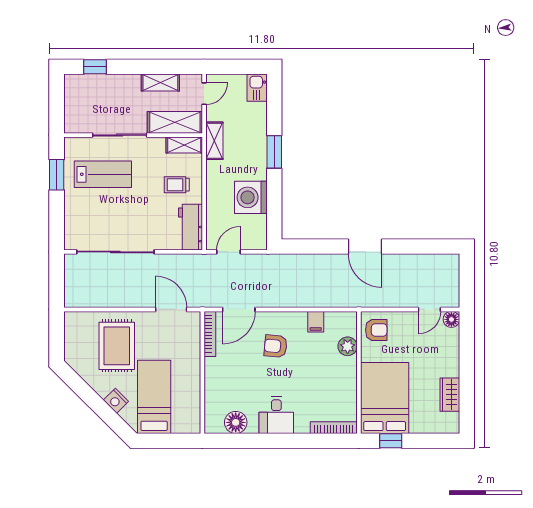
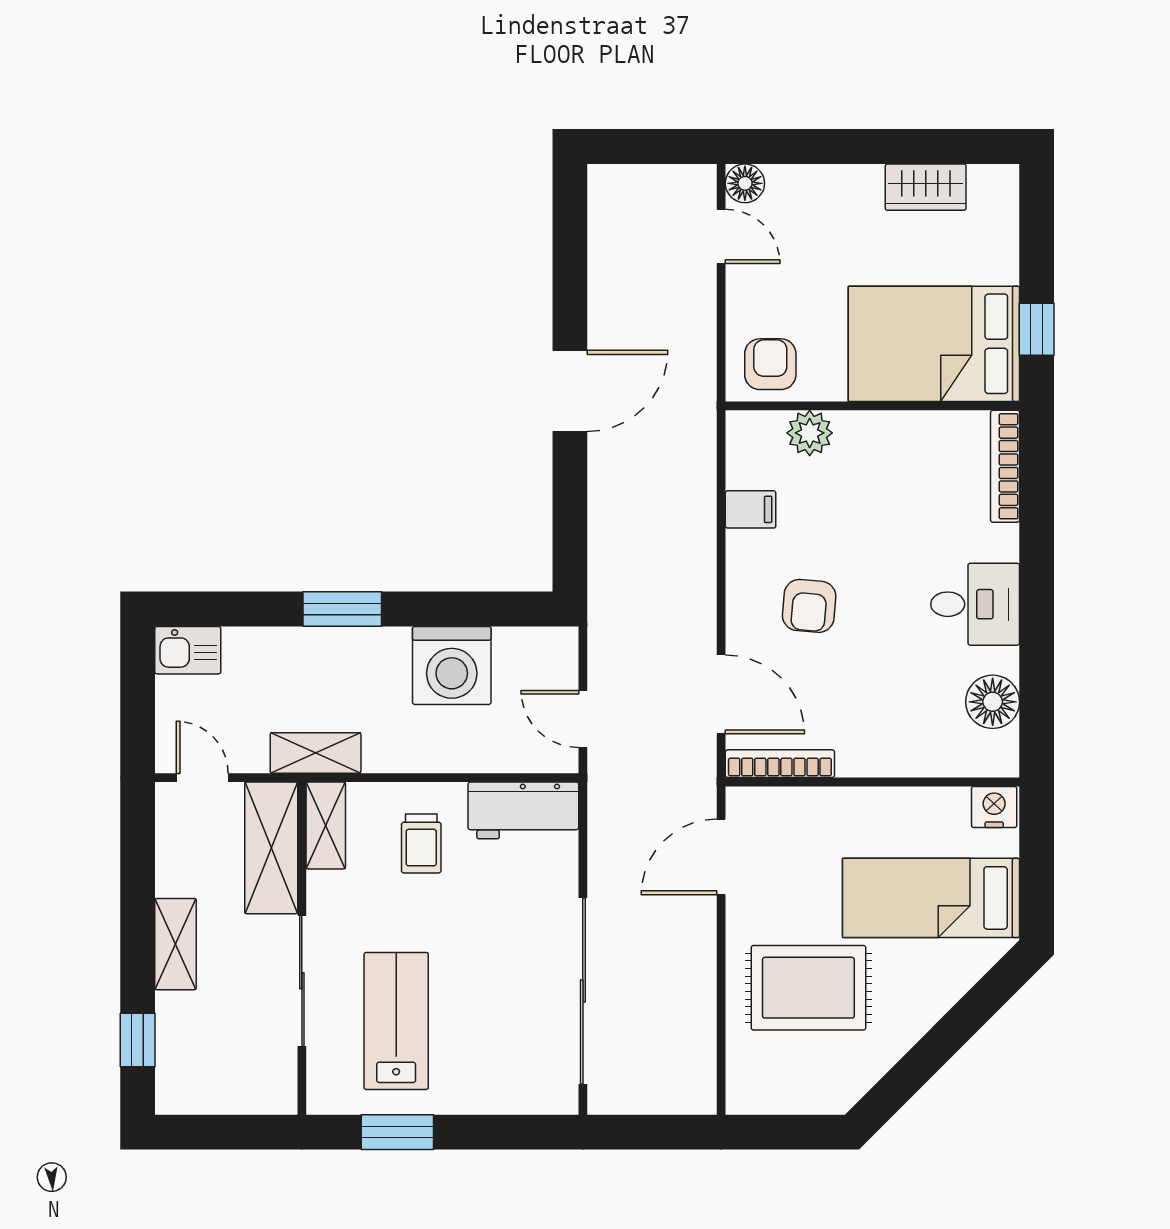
shelving: (160, 82) -> (176, 944), moved
nightstand: (116, 401) -> (994, 807), moved, turned -135

